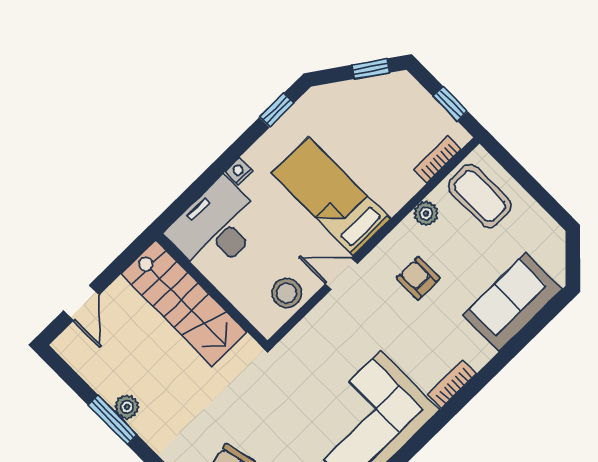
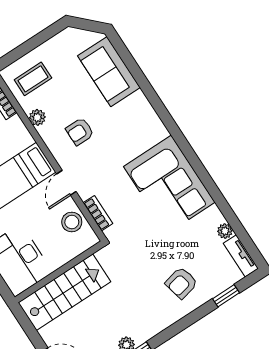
coffee table: (480, 196) -> (33, 79), width x0.73, depth x0.77
bookcase: (452, 384) -> (98, 213), moved, turned 180

